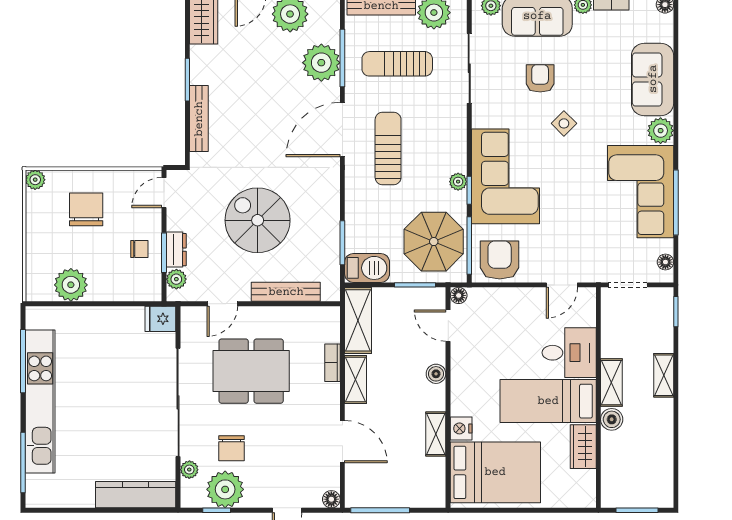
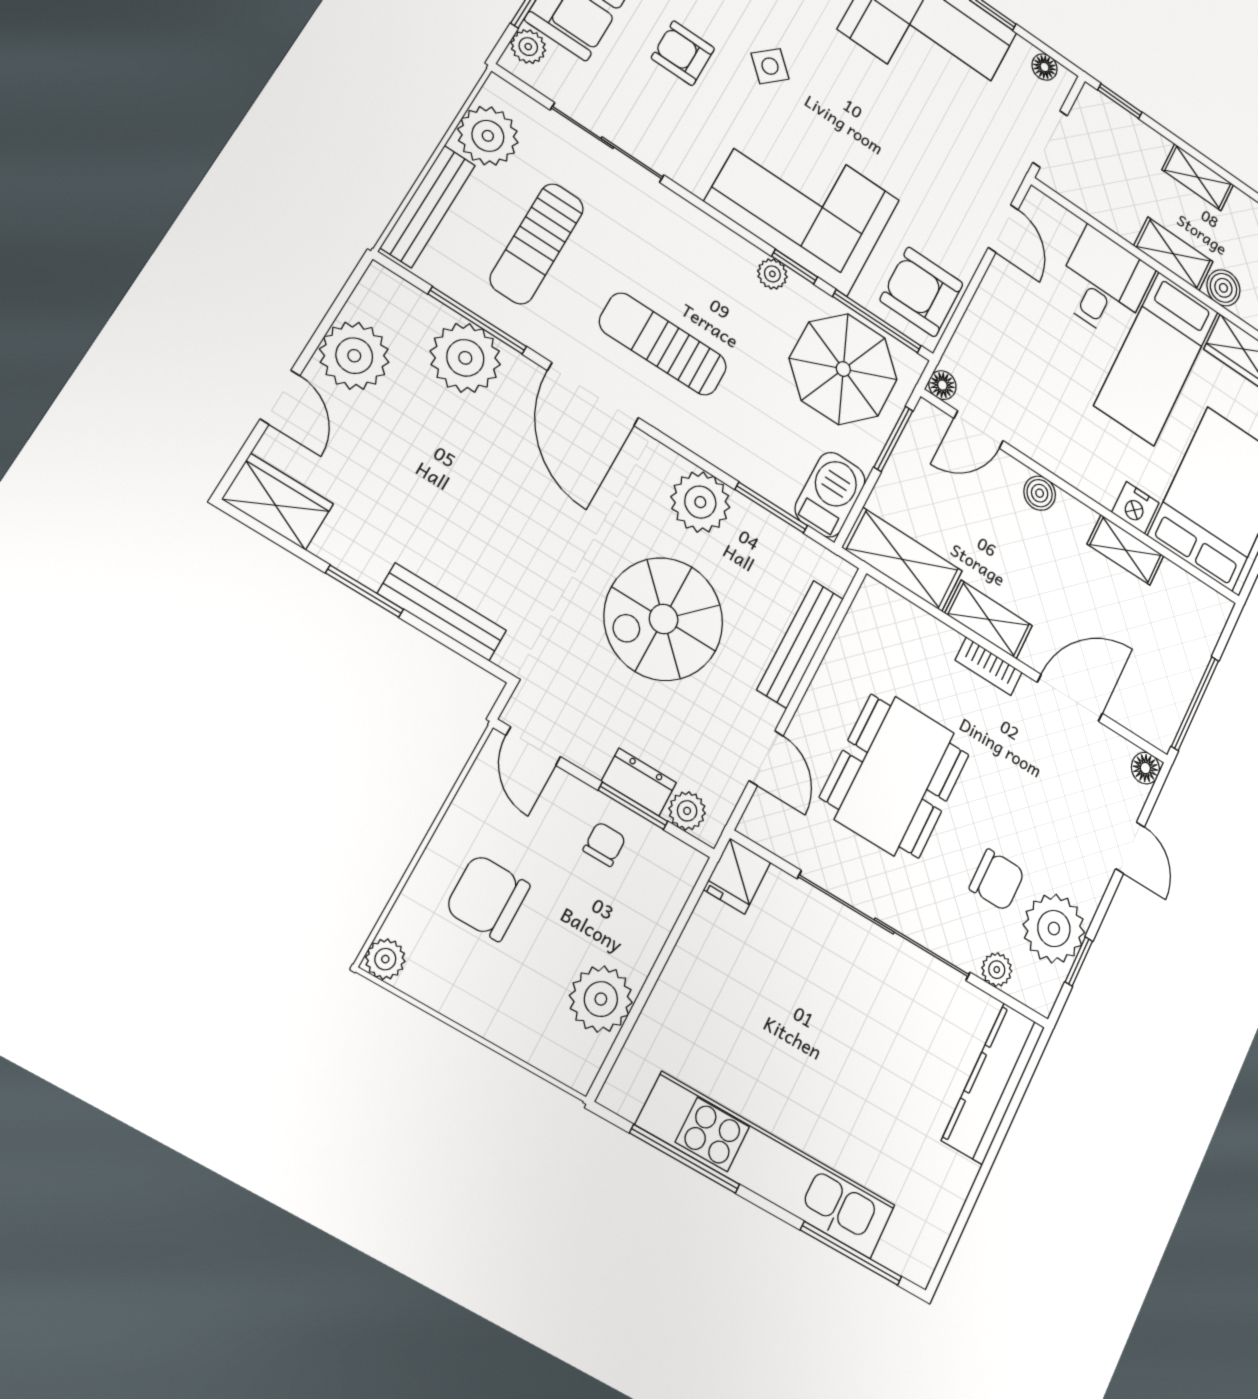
plant: (323, 207) -> (700, 502), added
bookcase: (332, 363) -> (989, 666), moved

